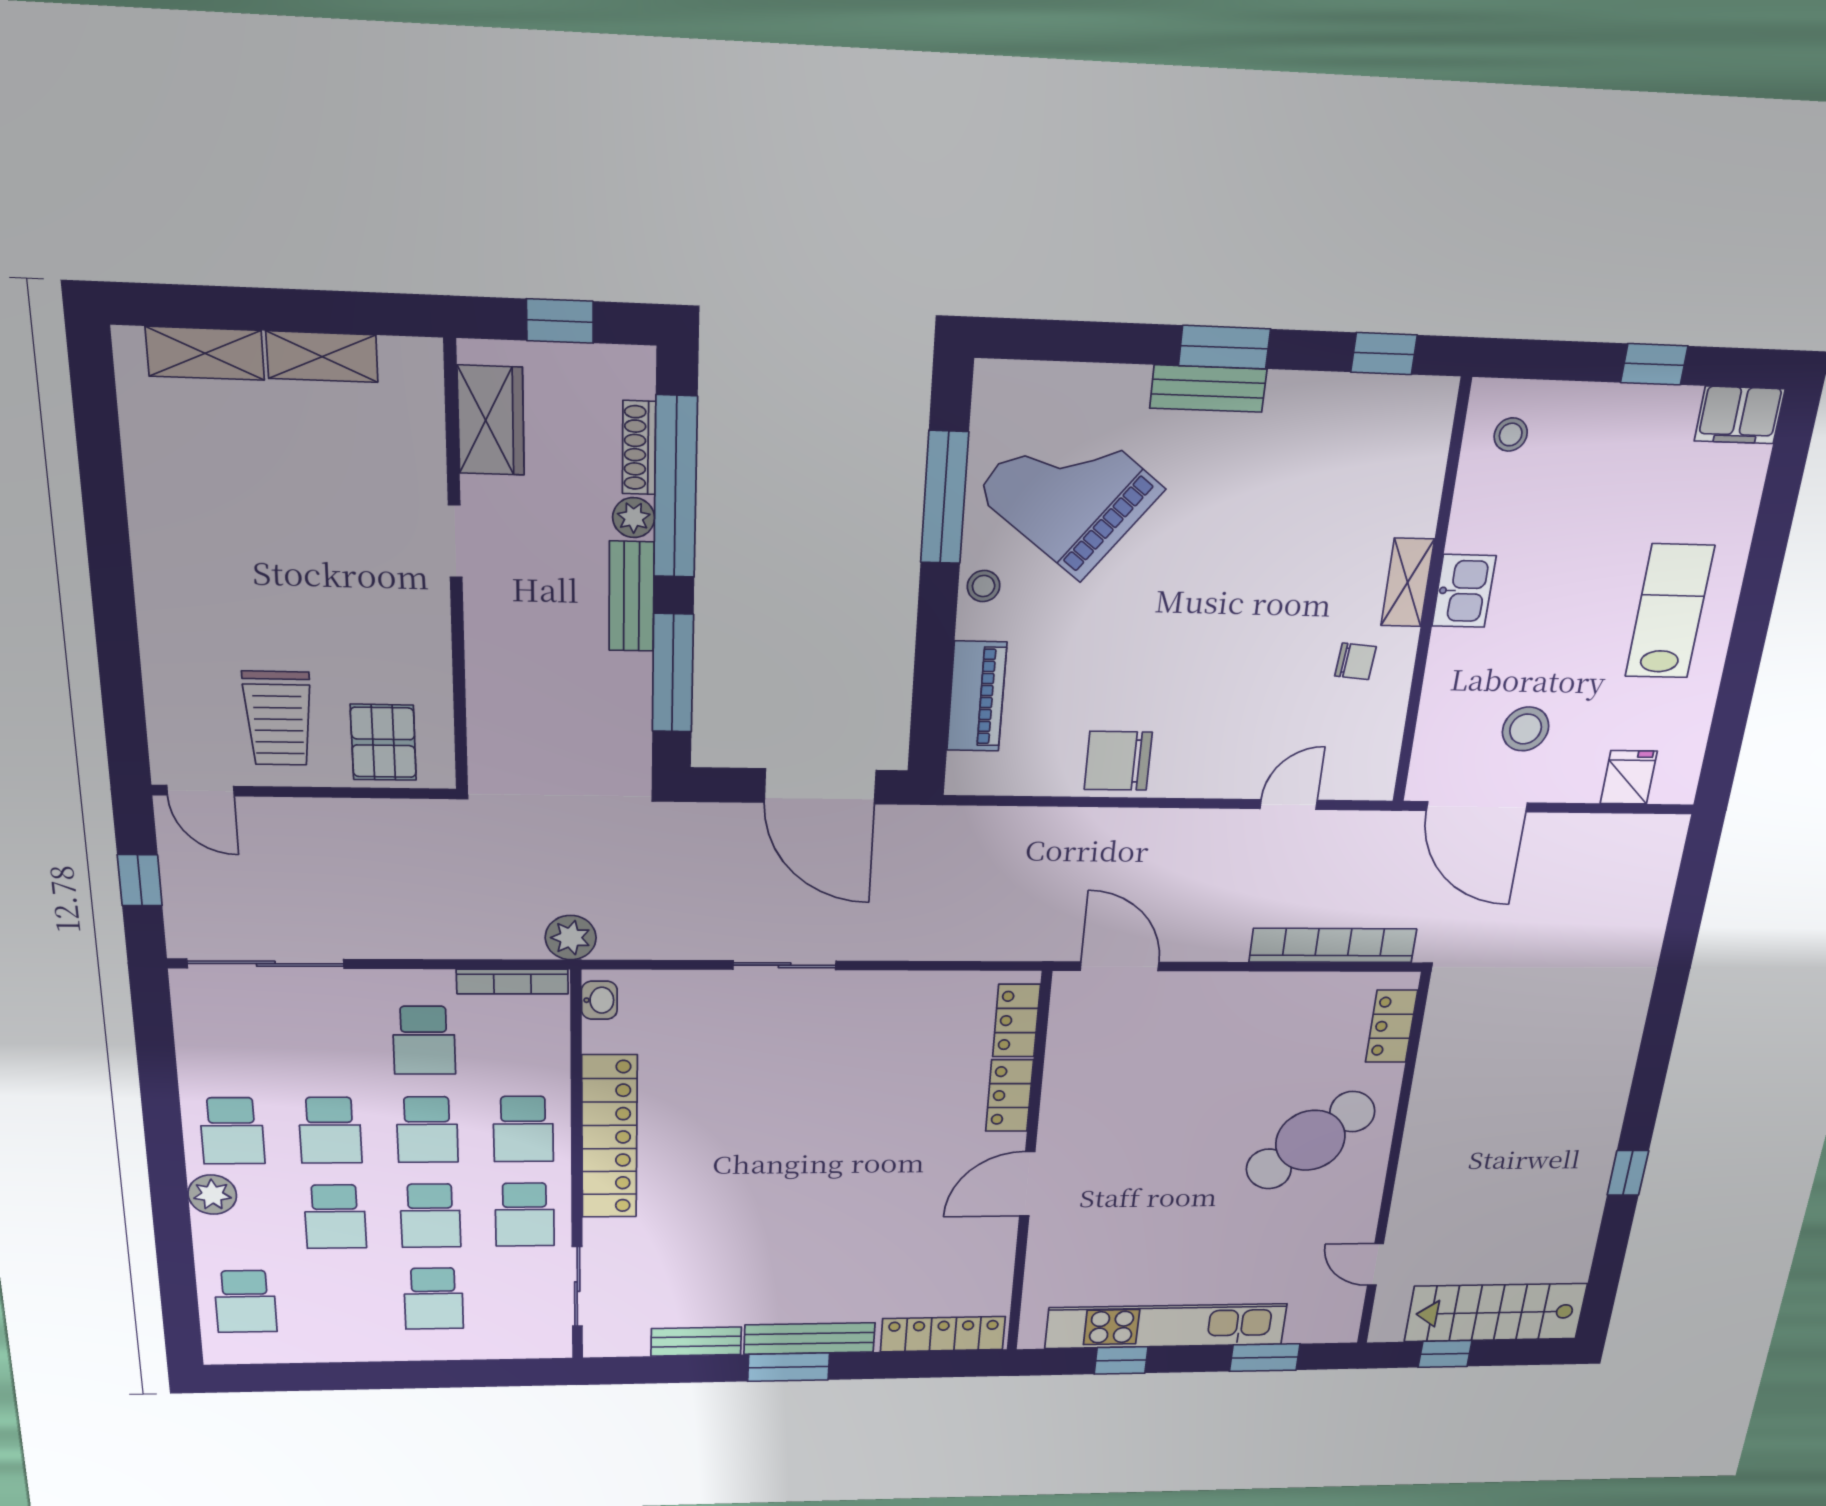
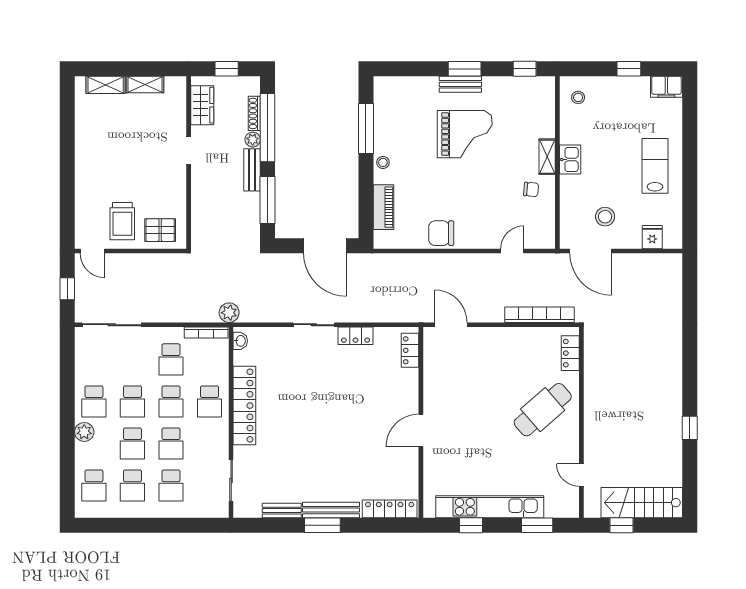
grand piano: (1070, 491) -> (465, 134), moved, turned 142
pallet: (383, 742) -> (160, 230), turned 90
locker: (1009, 1096) -> (356, 336), moved, turned -90
school desk: (525, 1215) -> (132, 486), moved

